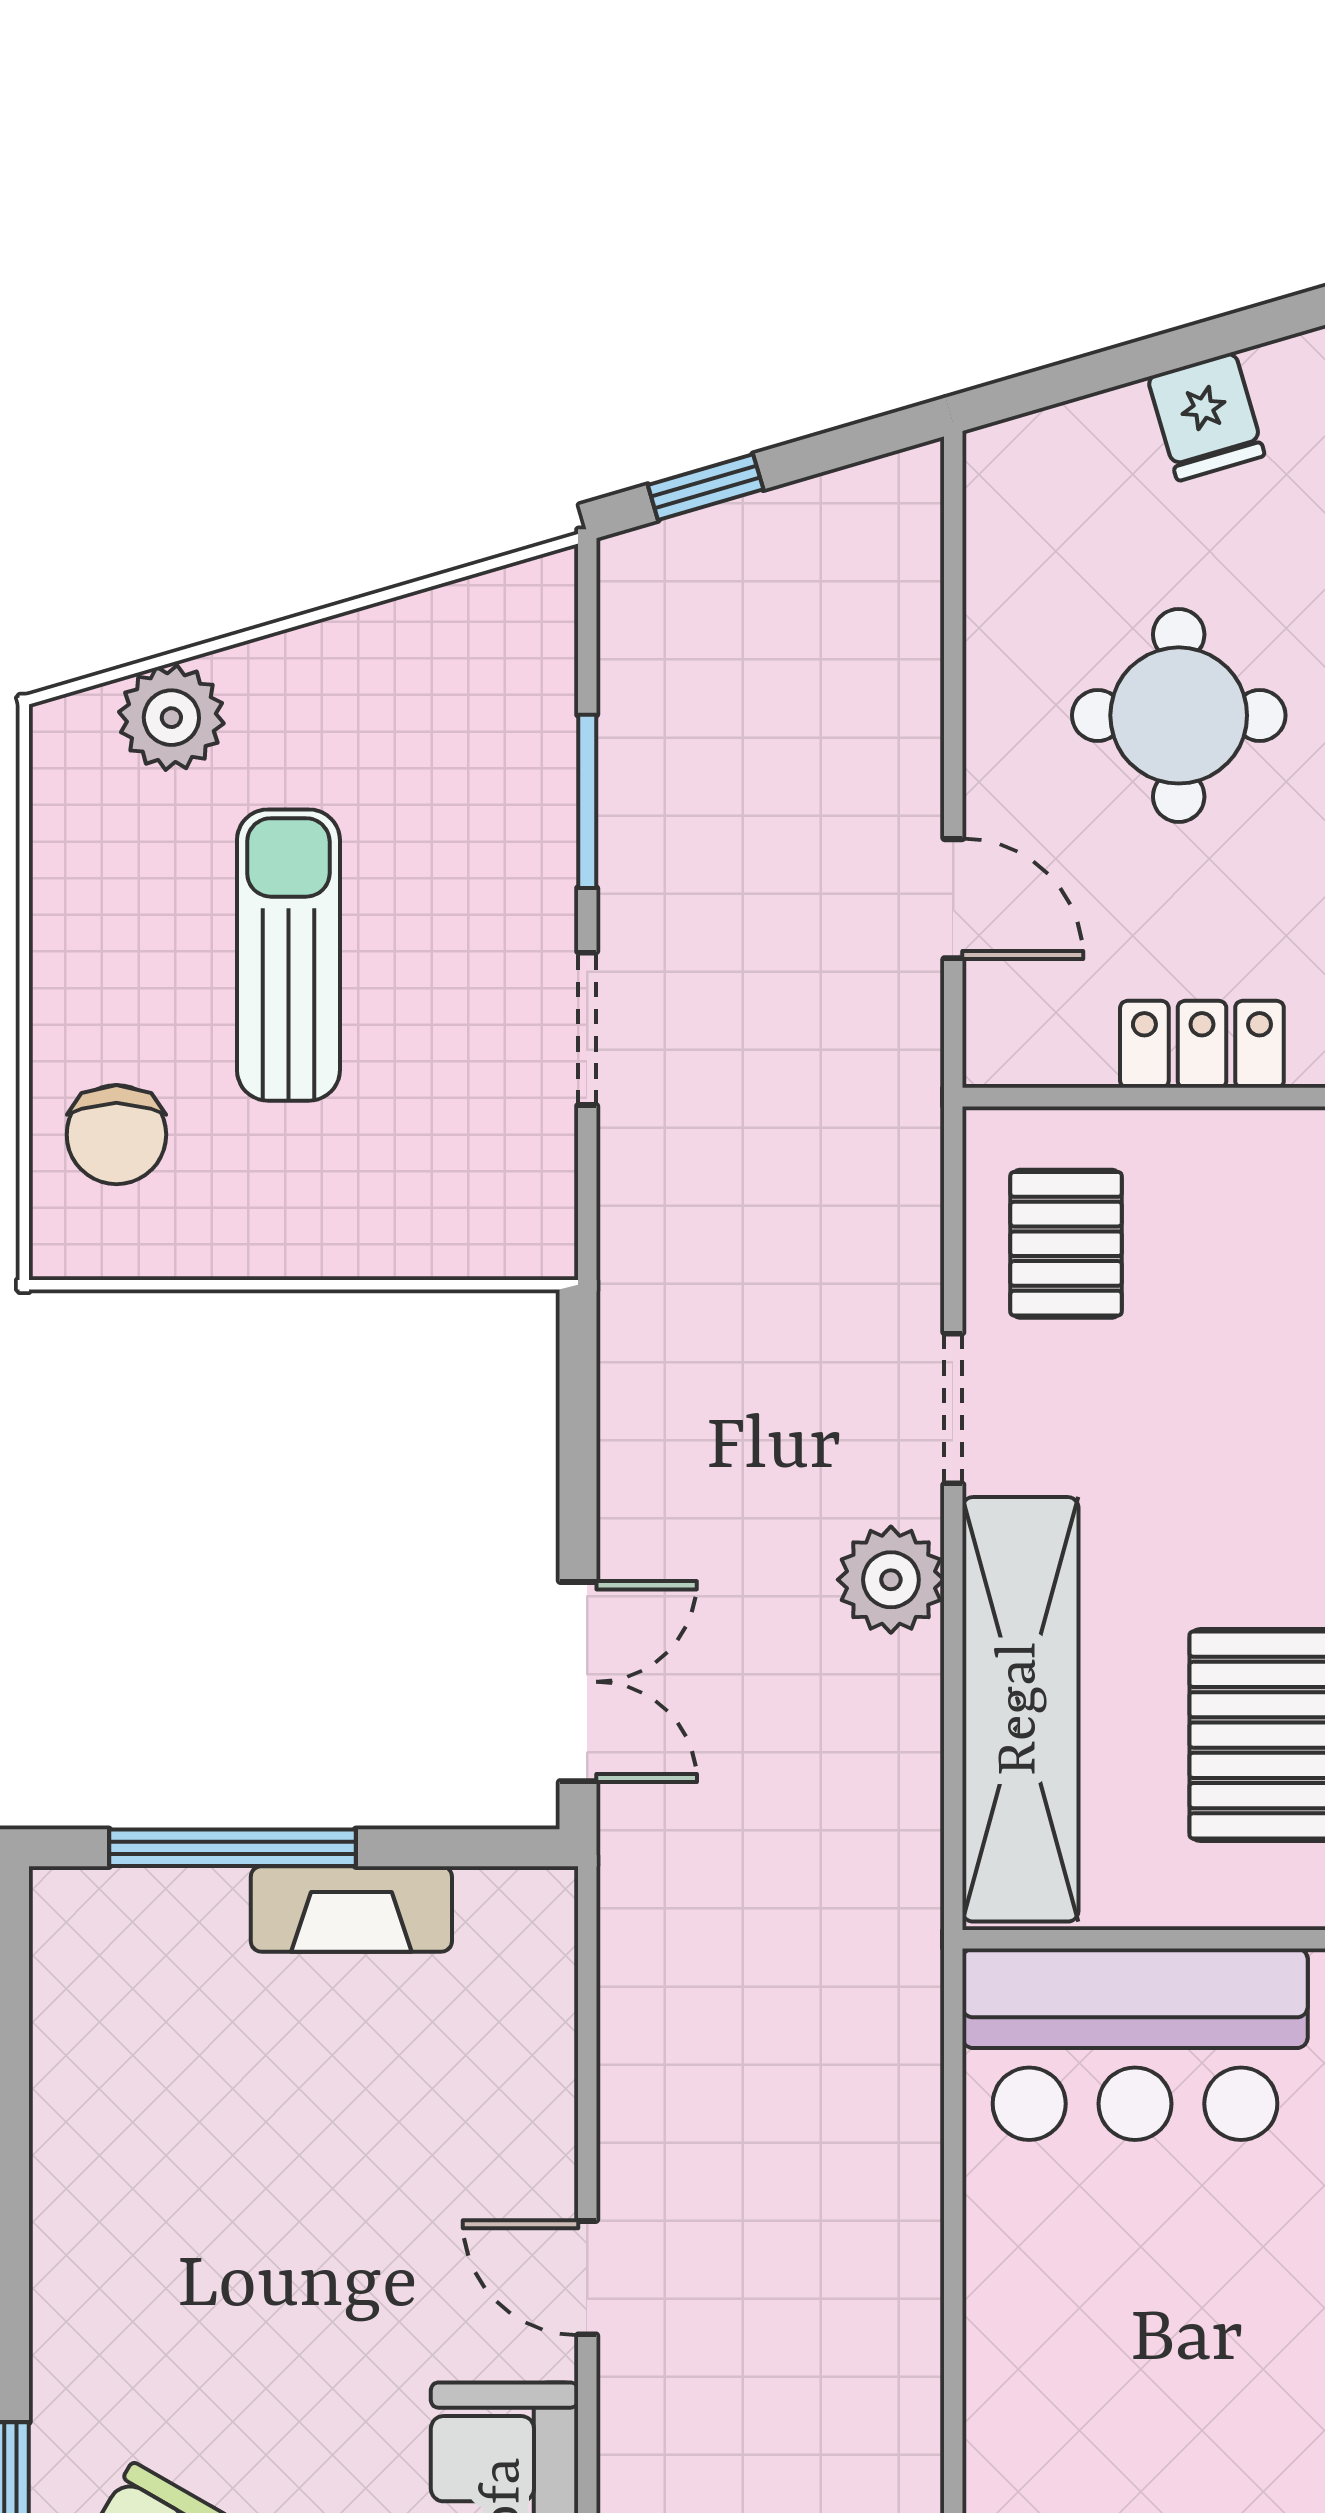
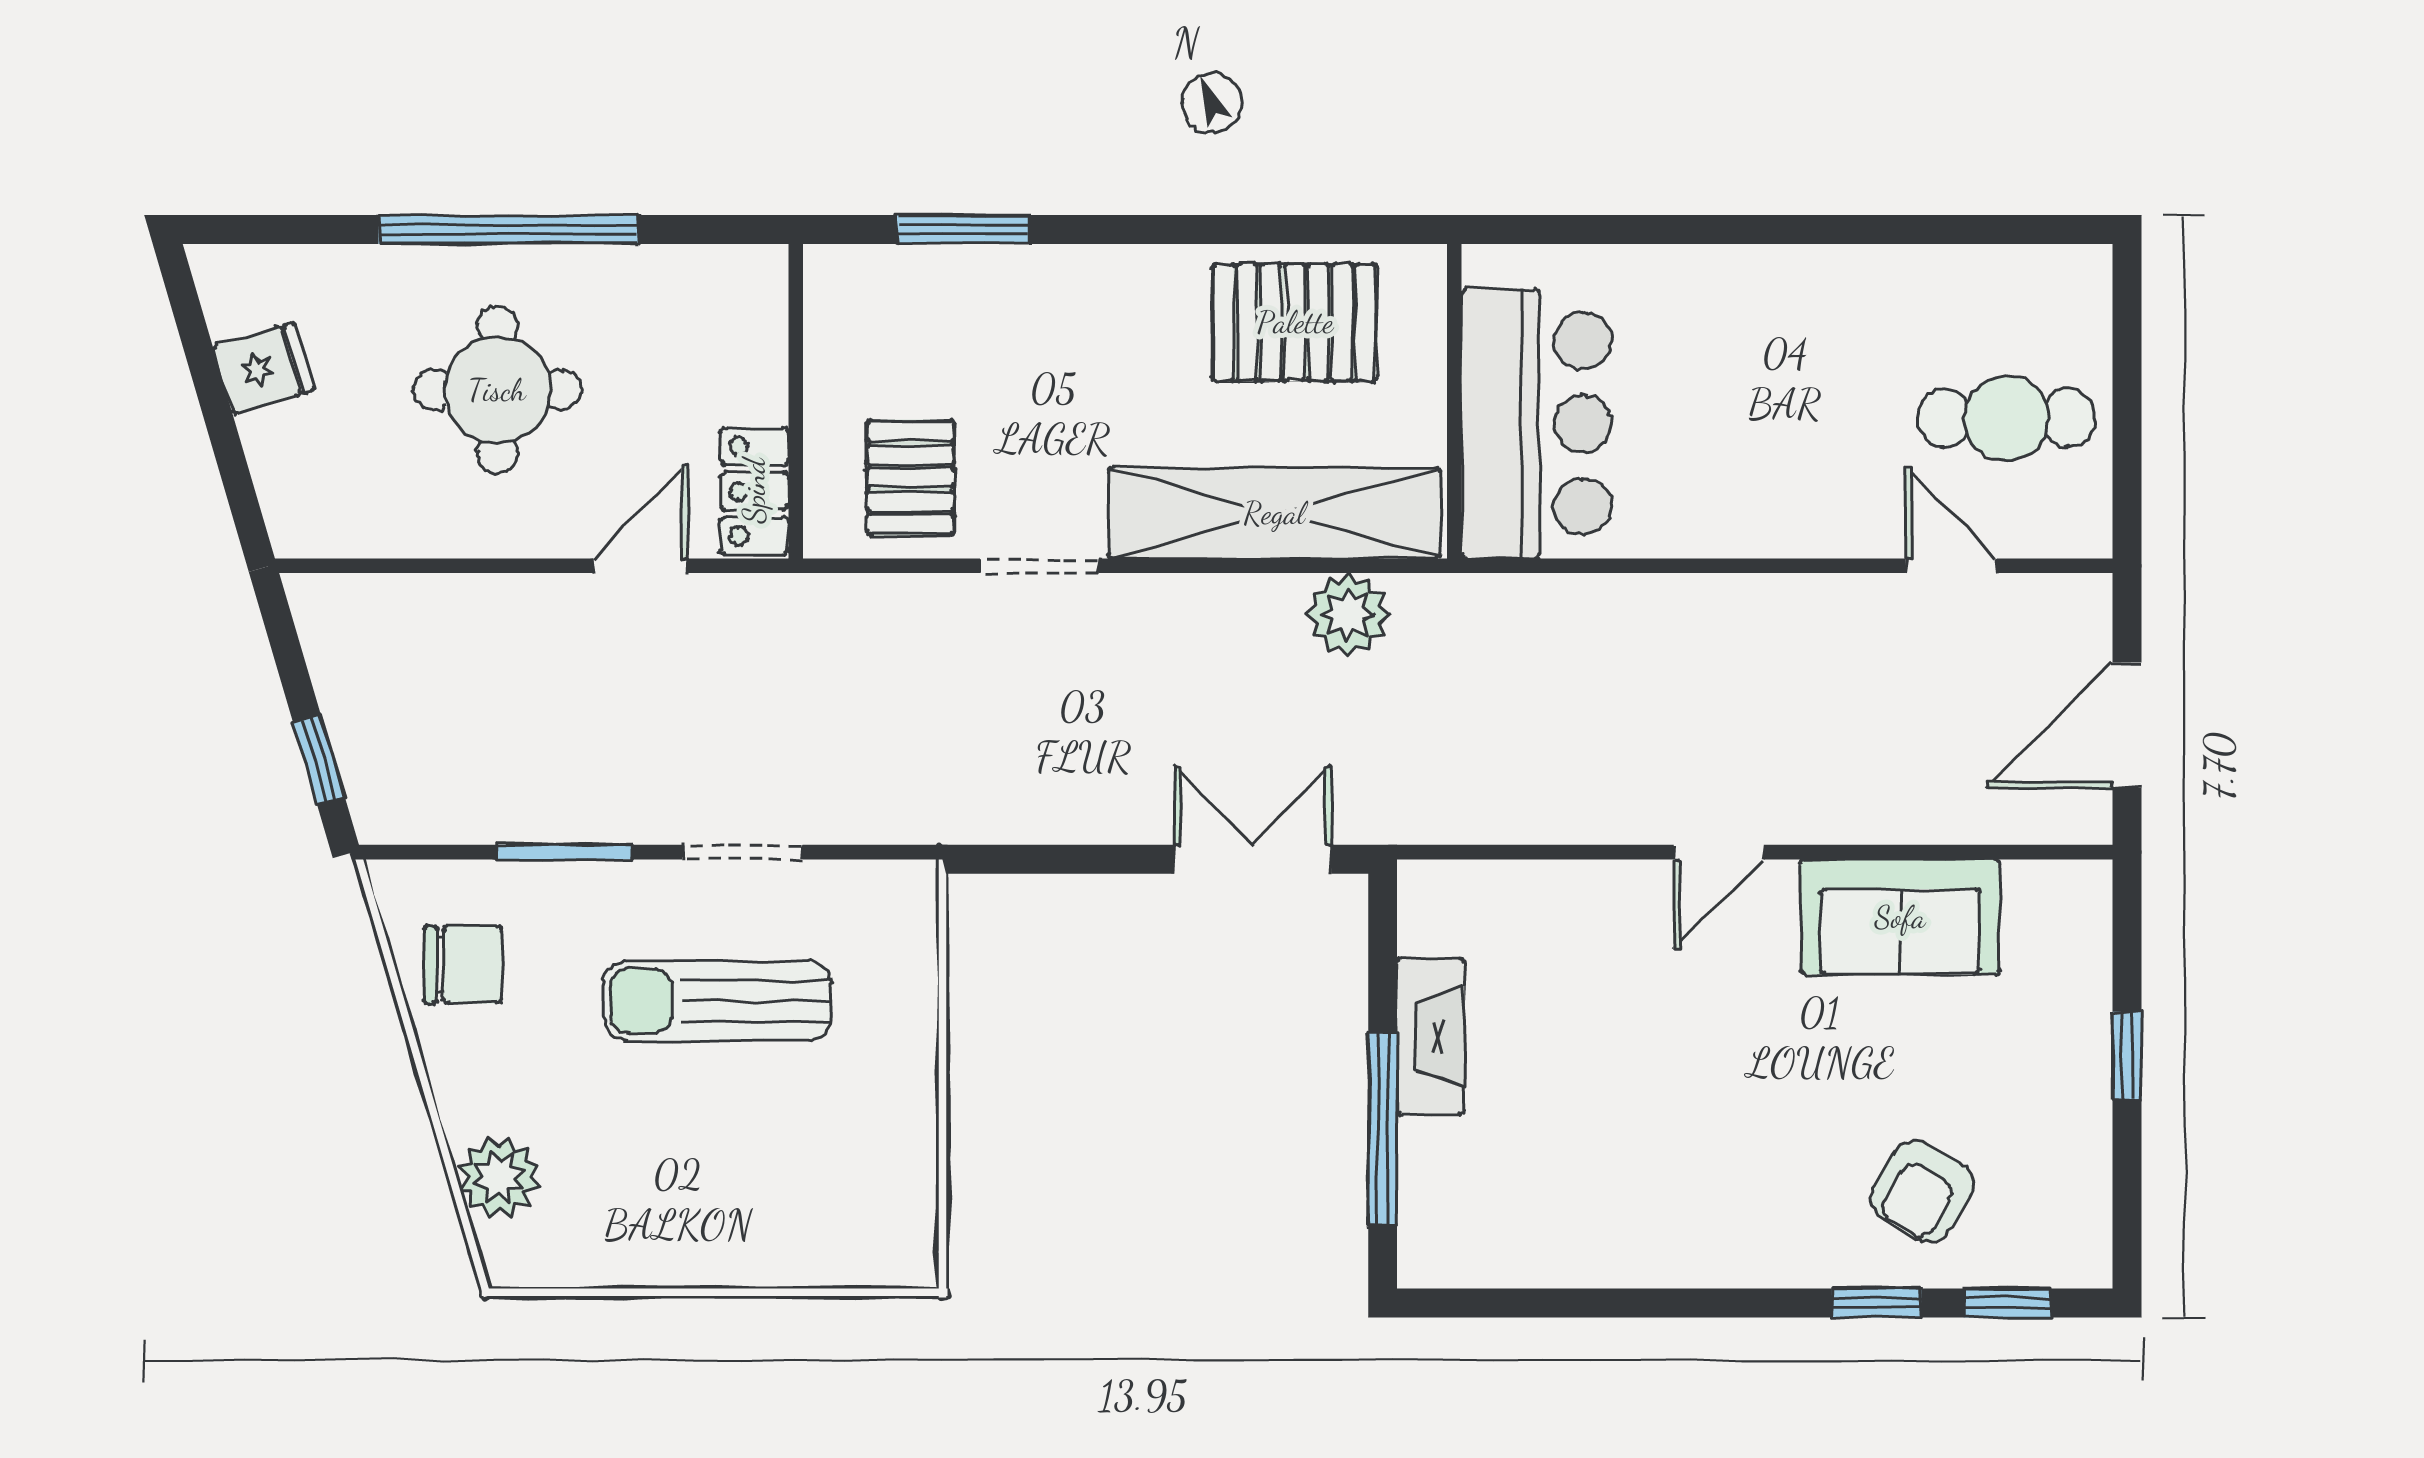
sun lounger: (288, 955) -> (718, 1001), moved
locker: (1202, 1044) -> (754, 491), moved
chair: (116, 1135) -> (463, 965), moved
pallet: (1066, 1244) -> (910, 478), turned 90
plant: (891, 1580) -> (1348, 615), moved

